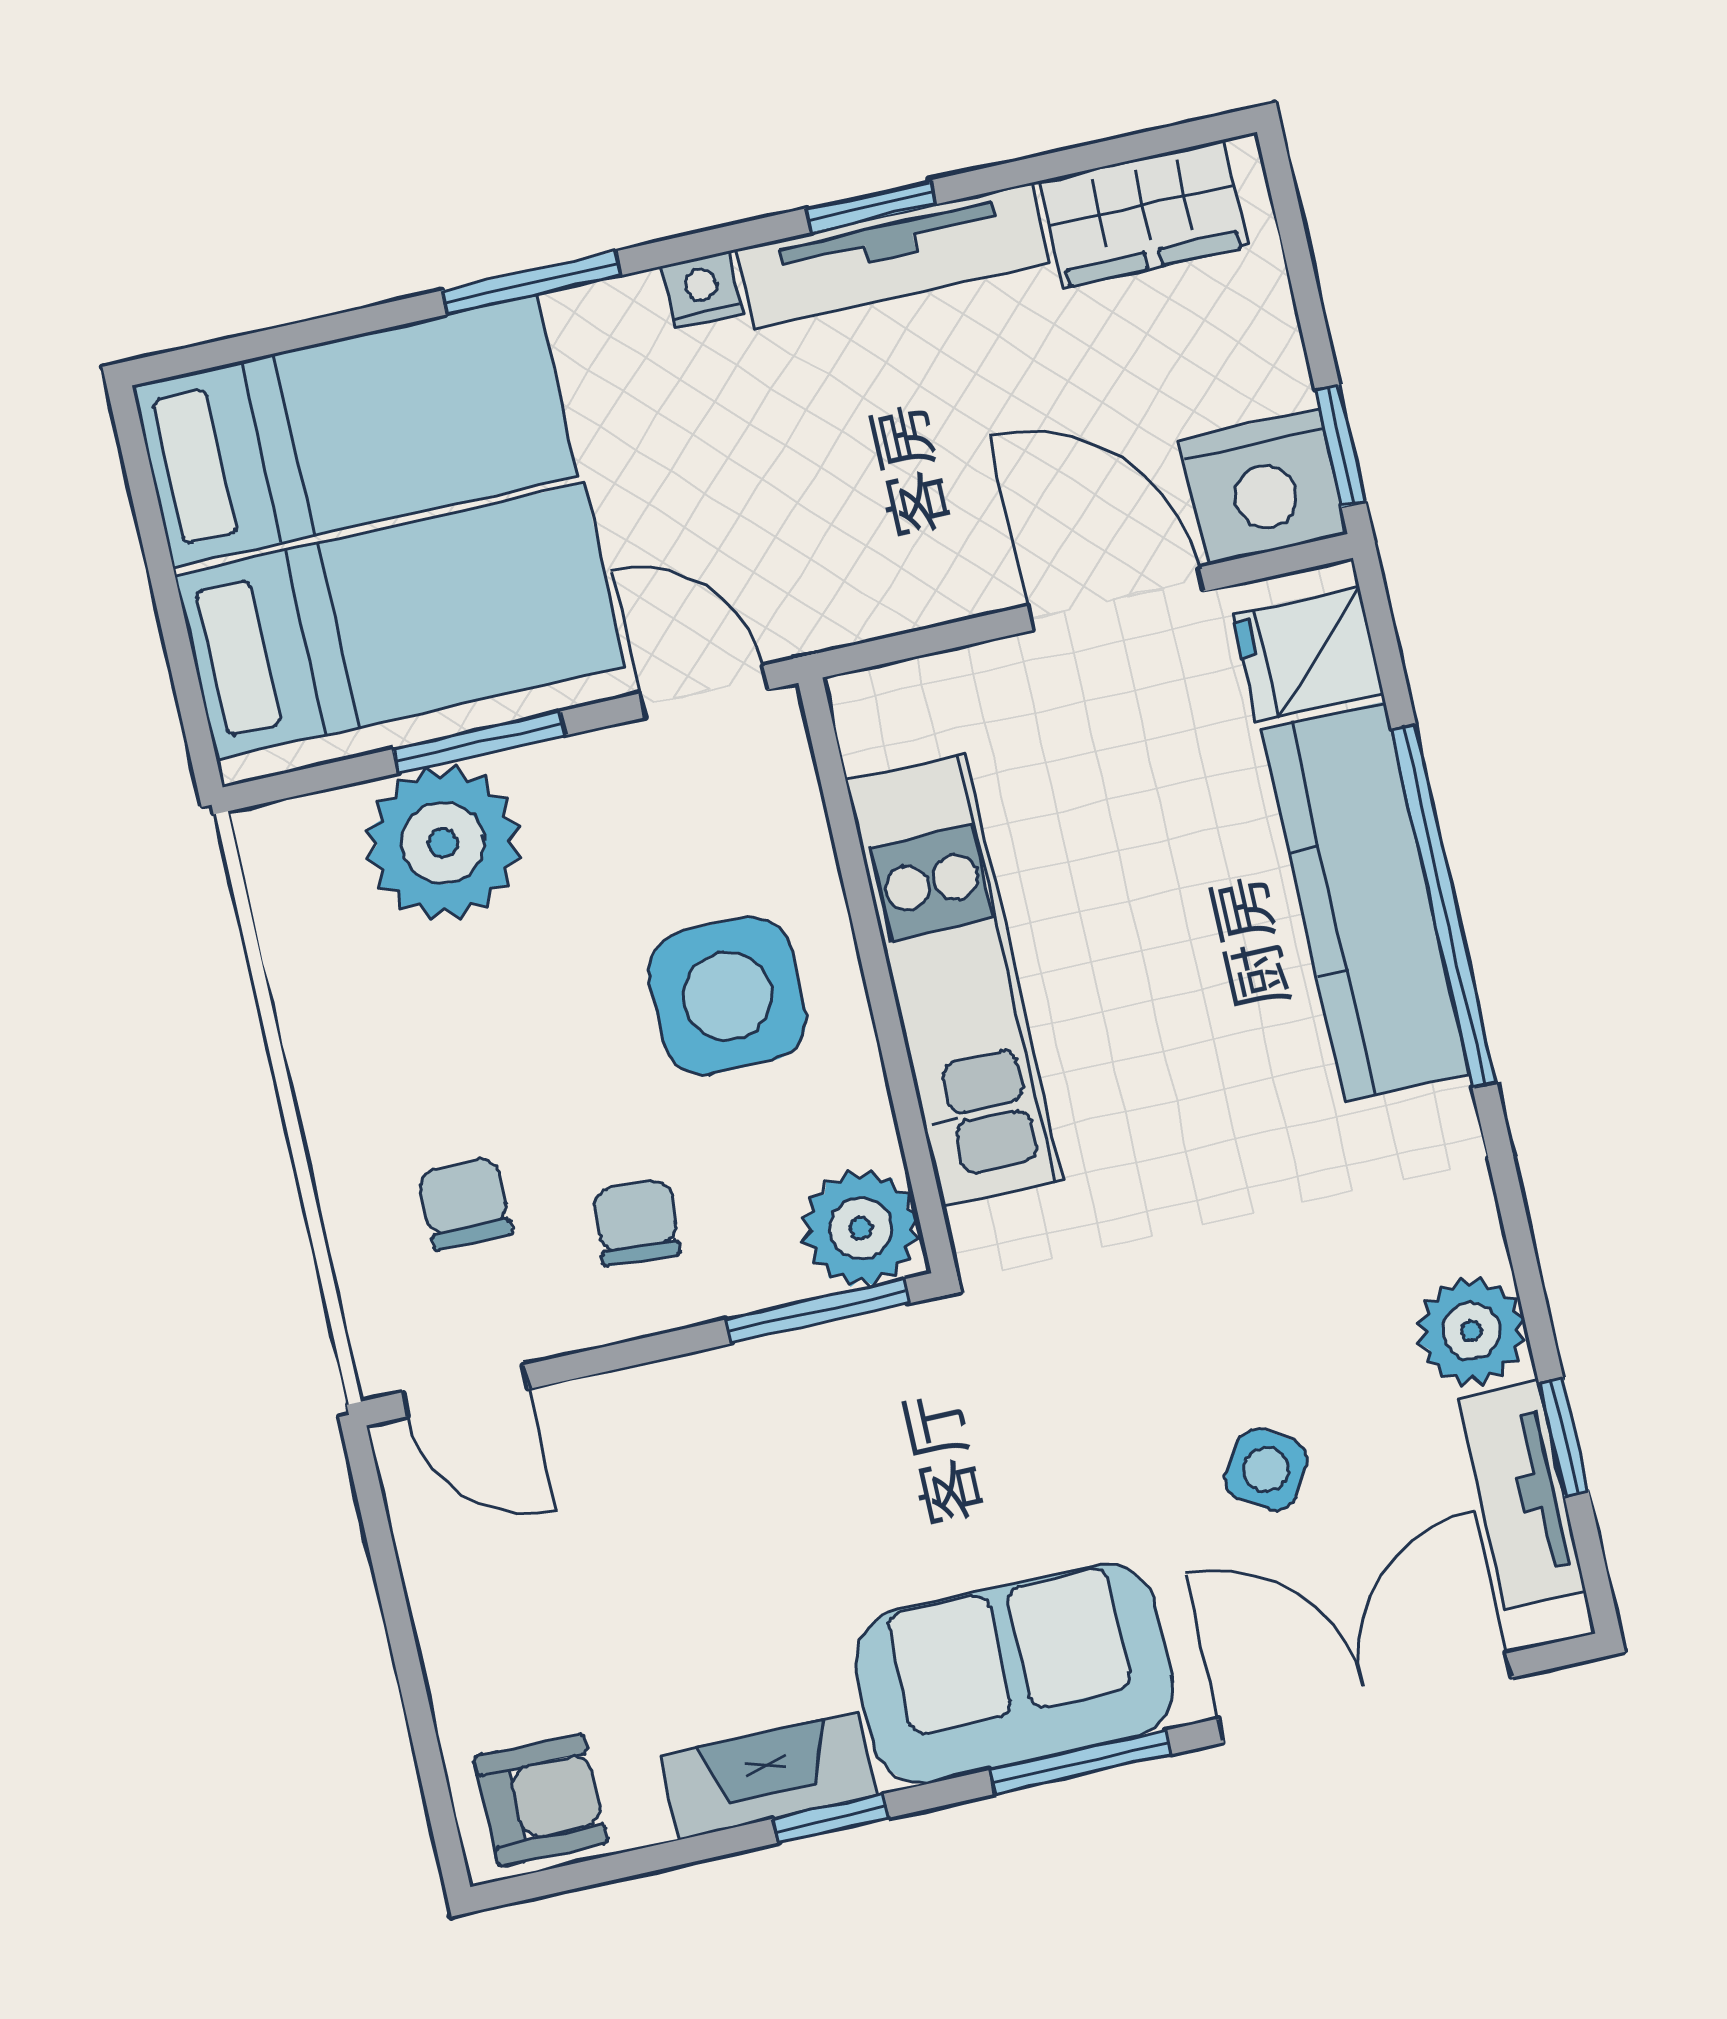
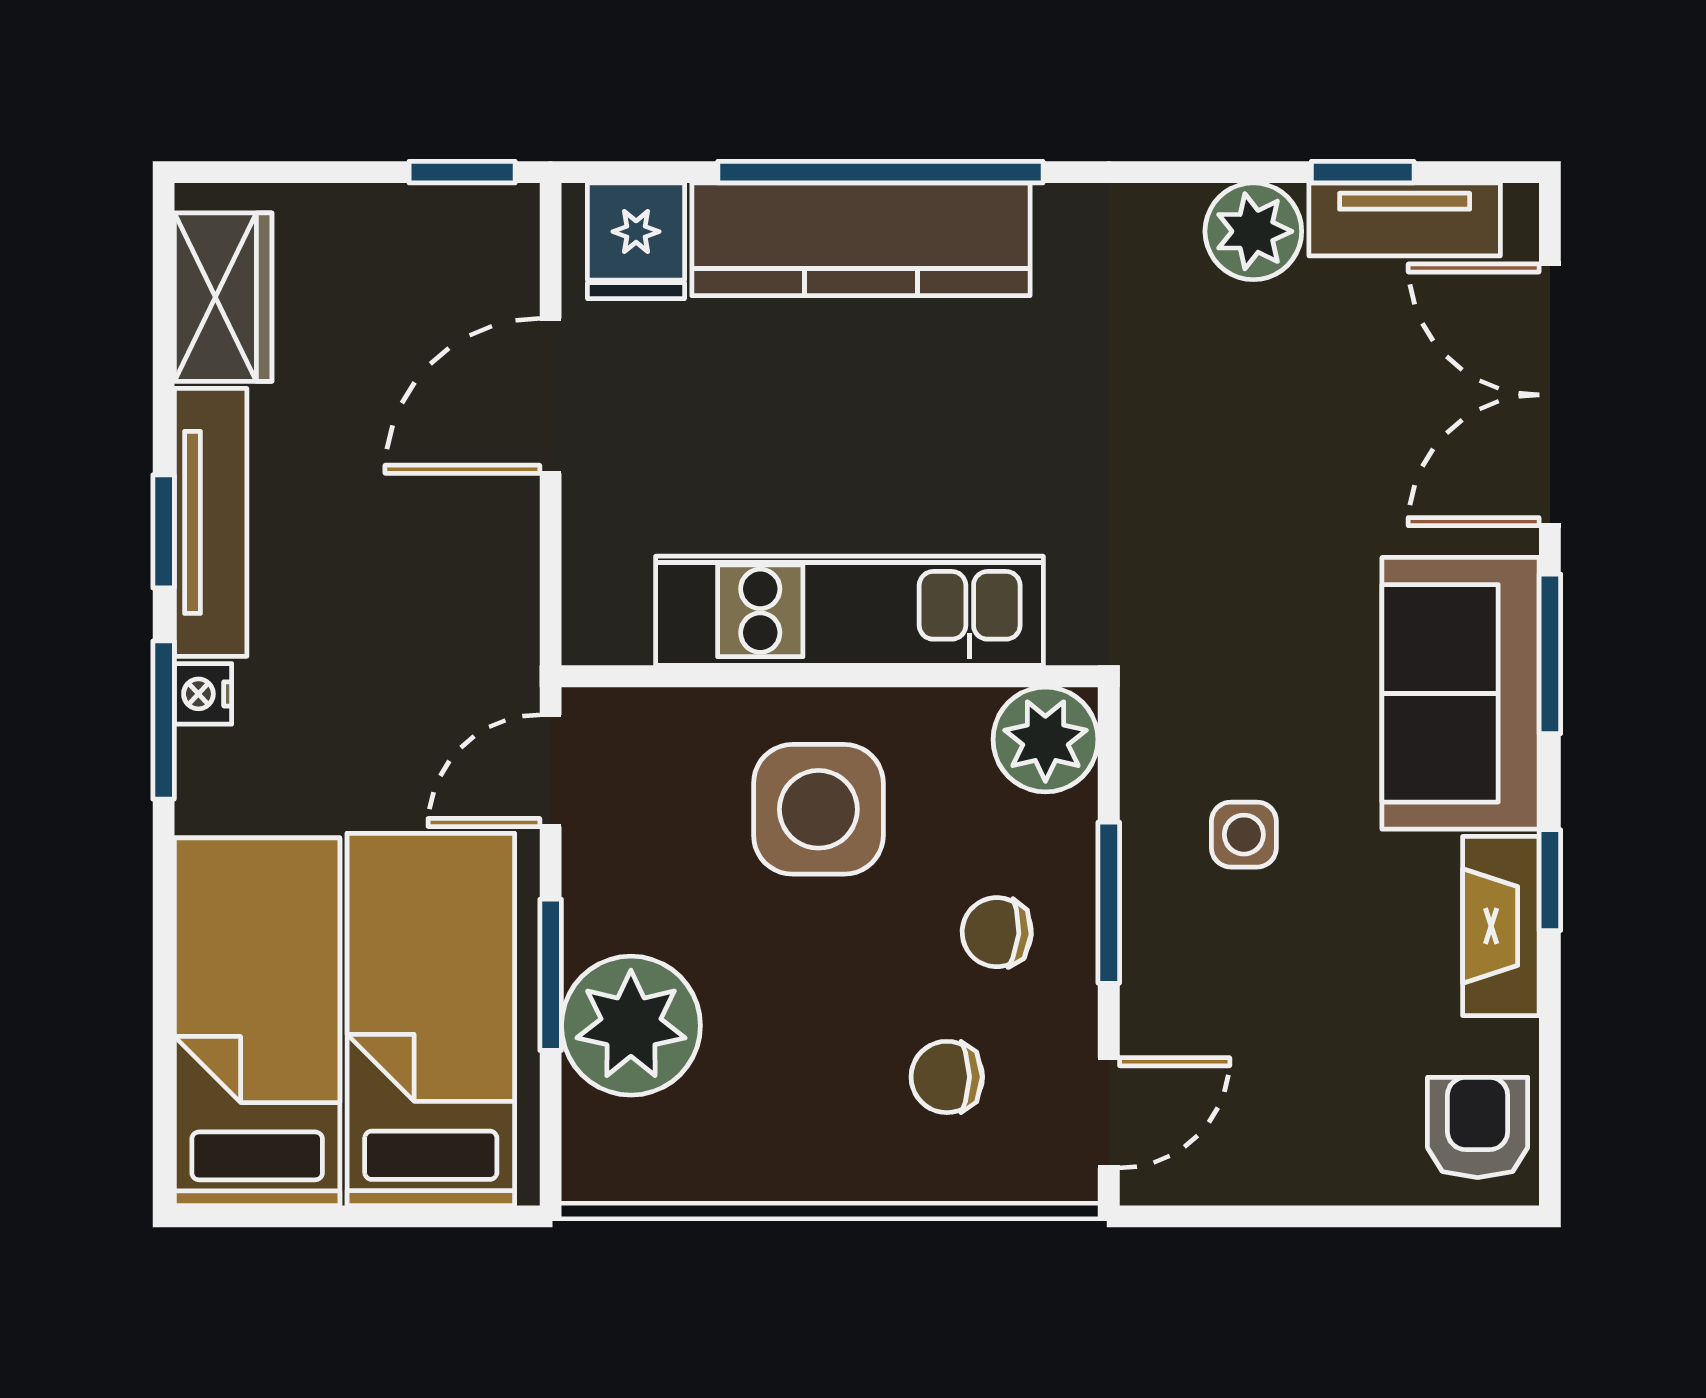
window: (531, 283) -> (164, 720), moved
nightstand: (1264, 487) -> (483, 247), removed
window: (817, 1311) -> (1109, 903), moved
side table: (1266, 1470) -> (1244, 835), moved, turned -32

